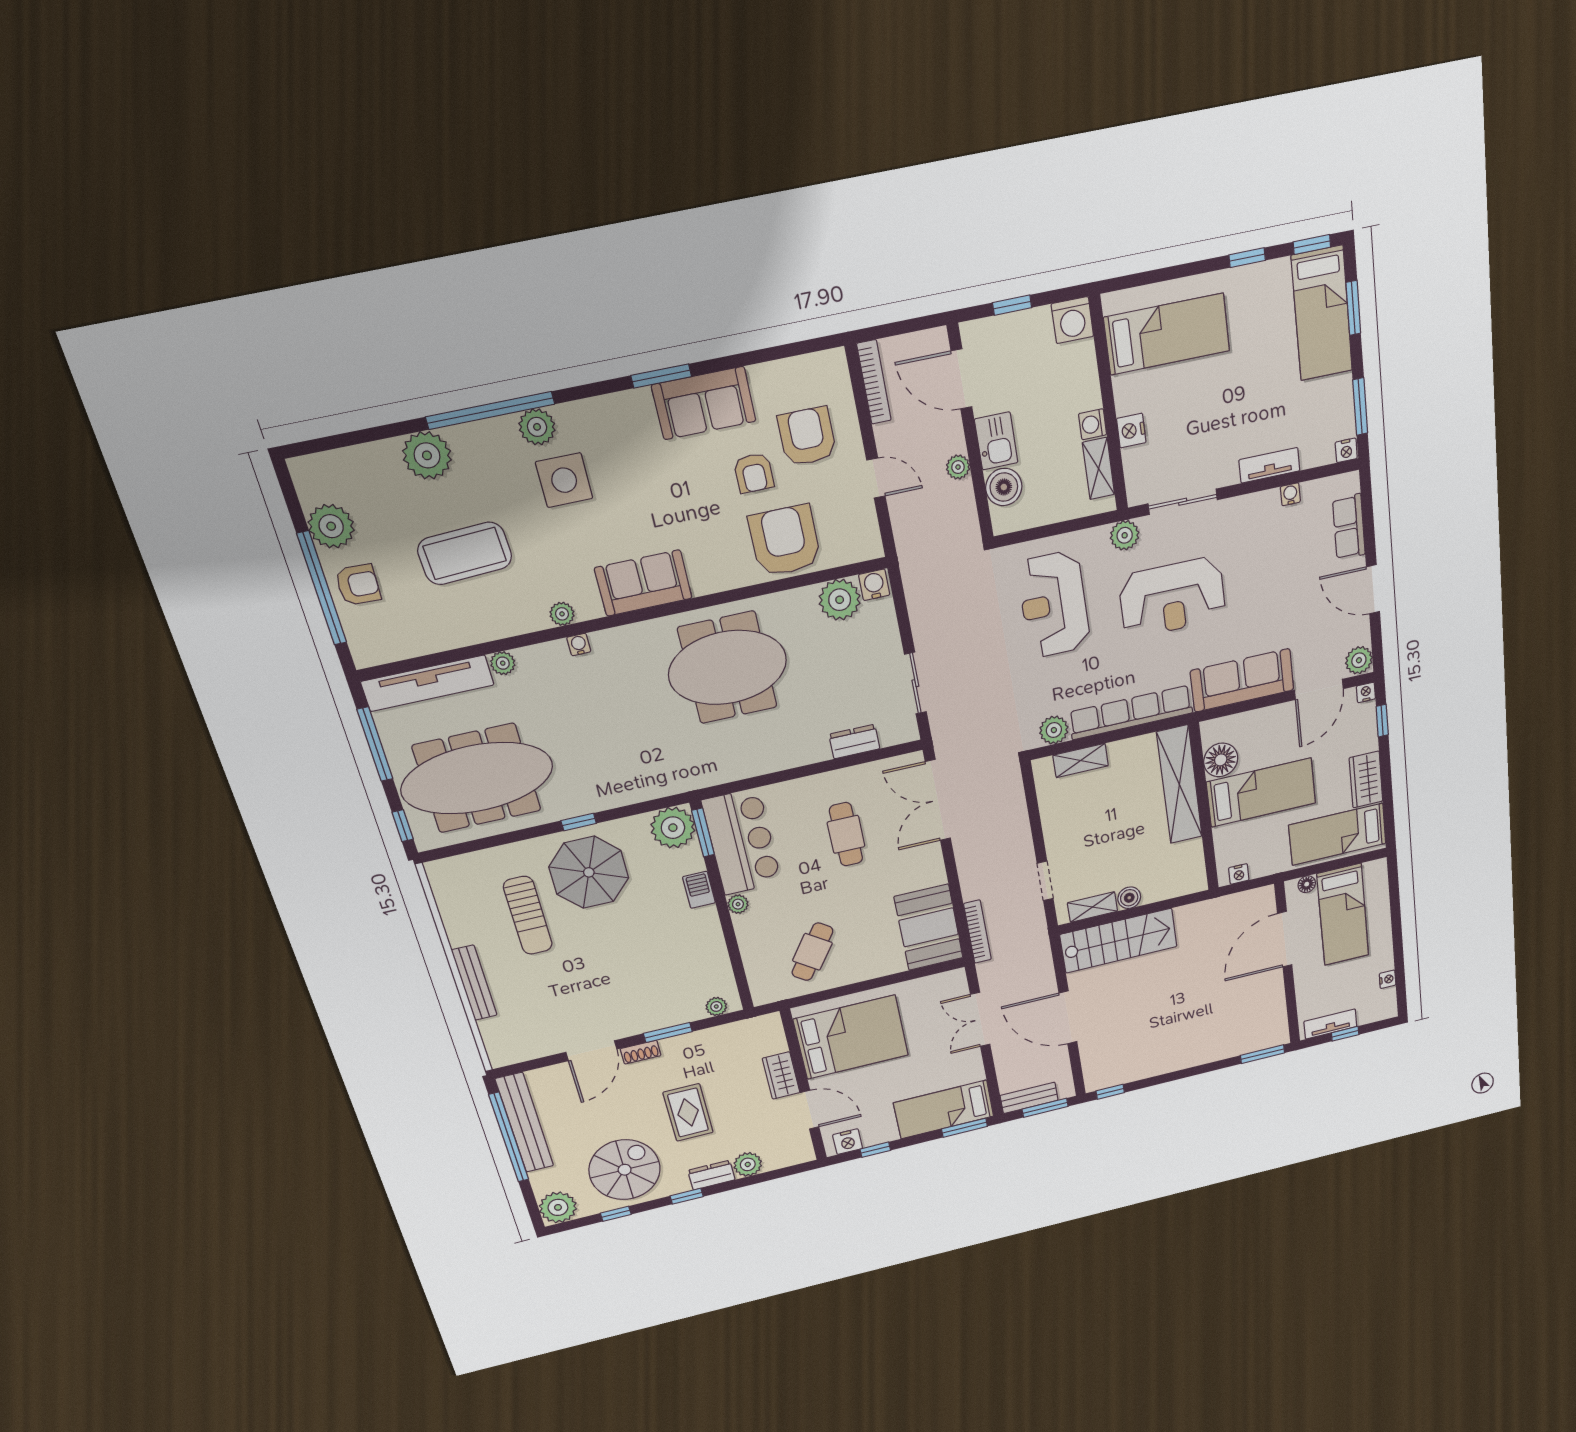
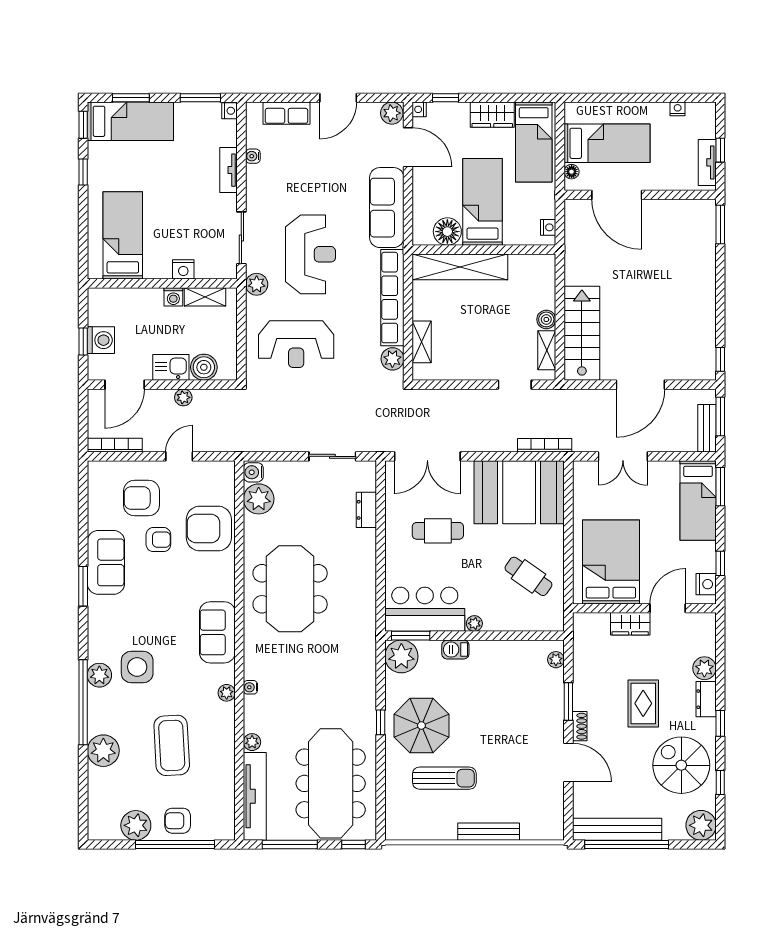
washing machine: (1072, 320) -> (101, 340), moved
armchair: (358, 585) -> (178, 821), turned -92
booth: (929, 927) -> (519, 492), width x1.36, depth x1.42
rug: (688, 1112) -> (643, 703), turned 90

